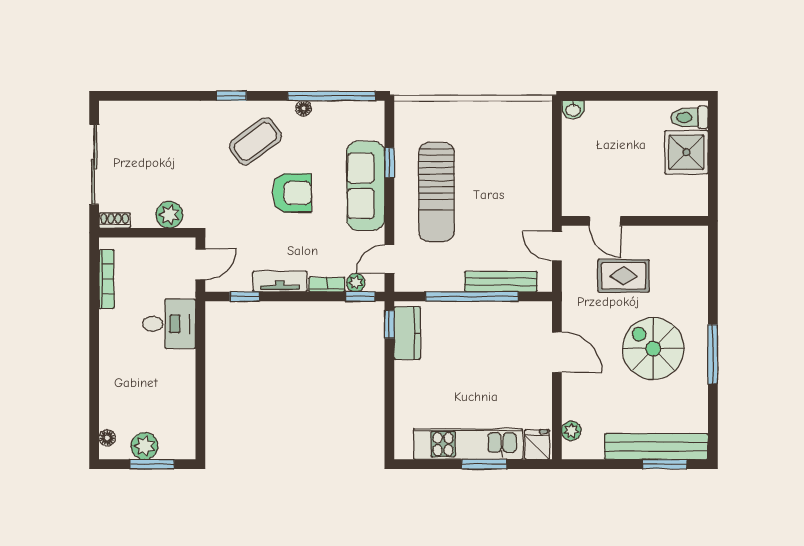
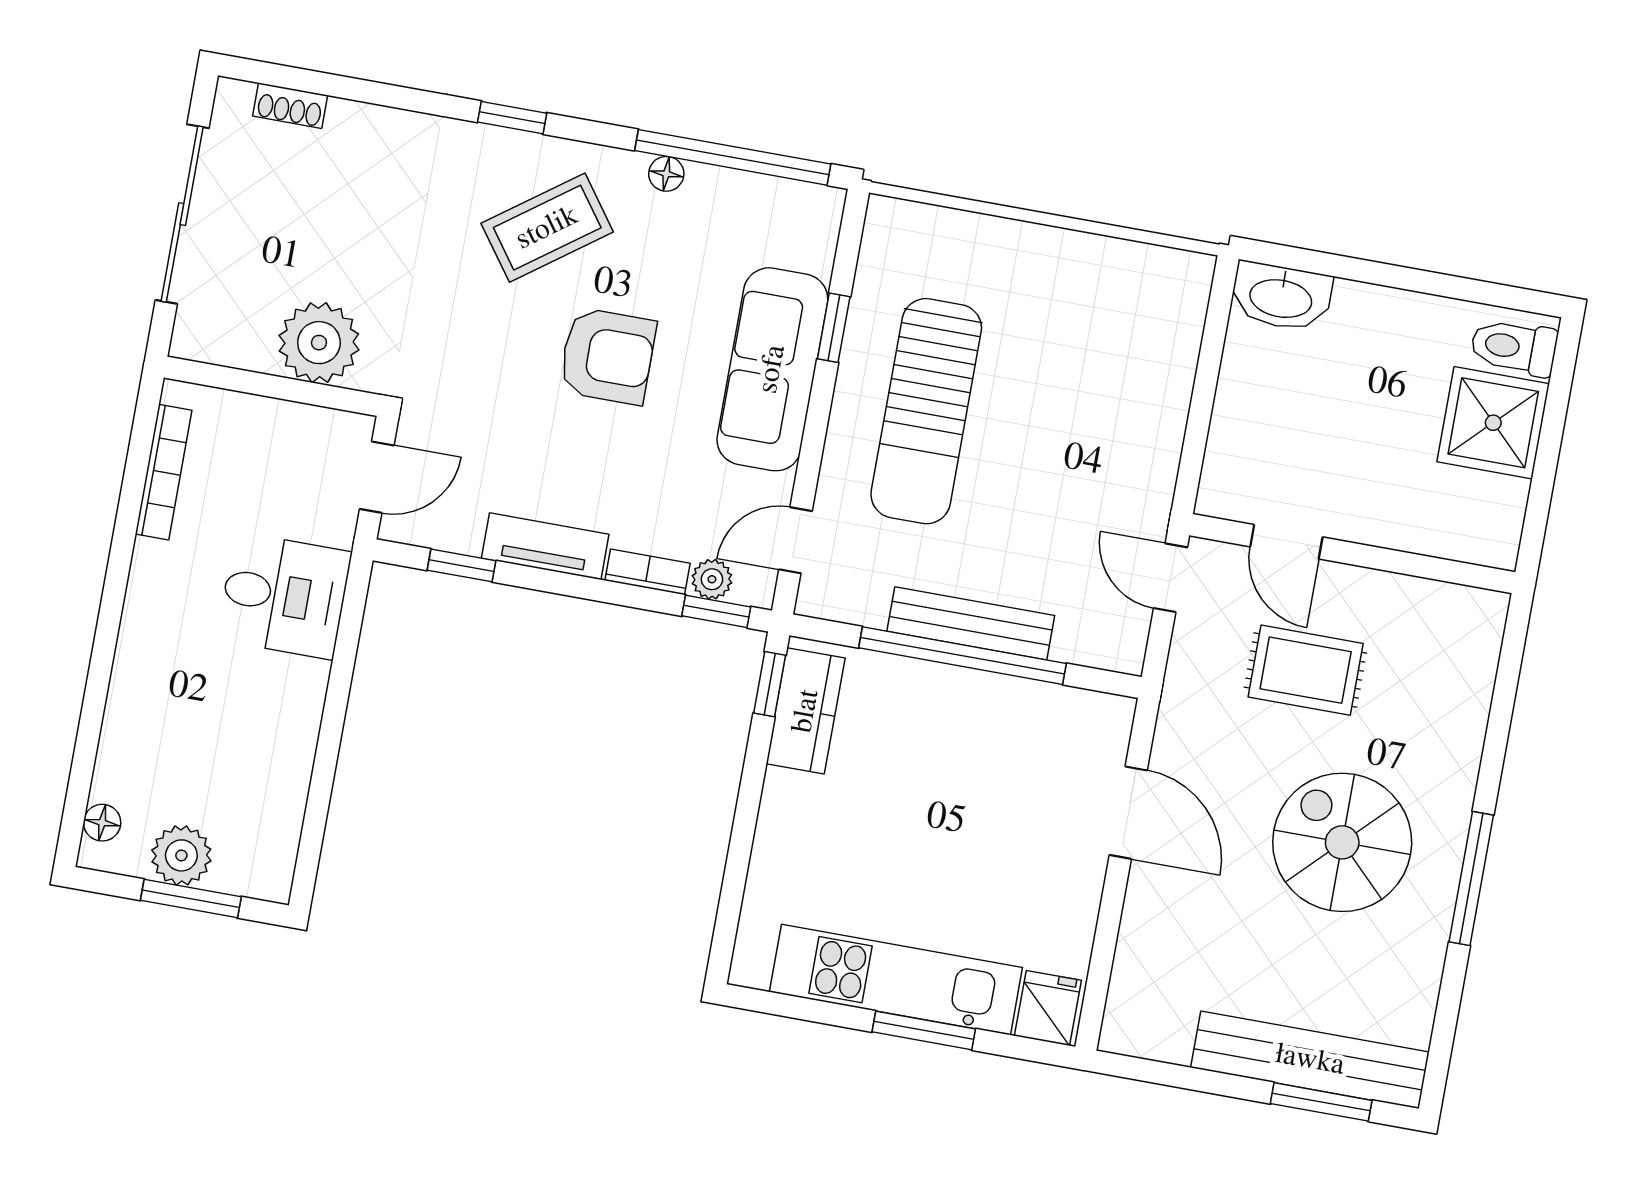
washbasin: (573, 110) -> (1281, 297), width x1.91, depth x1.45
plant: (169, 215) -> (319, 343), width x1.36, depth x1.36
shoe rack: (115, 220) -> (290, 106), moved, turned 180
bench: (501, 282) -> (971, 623), moved
plant: (571, 431) -> (1129, 991), removed

